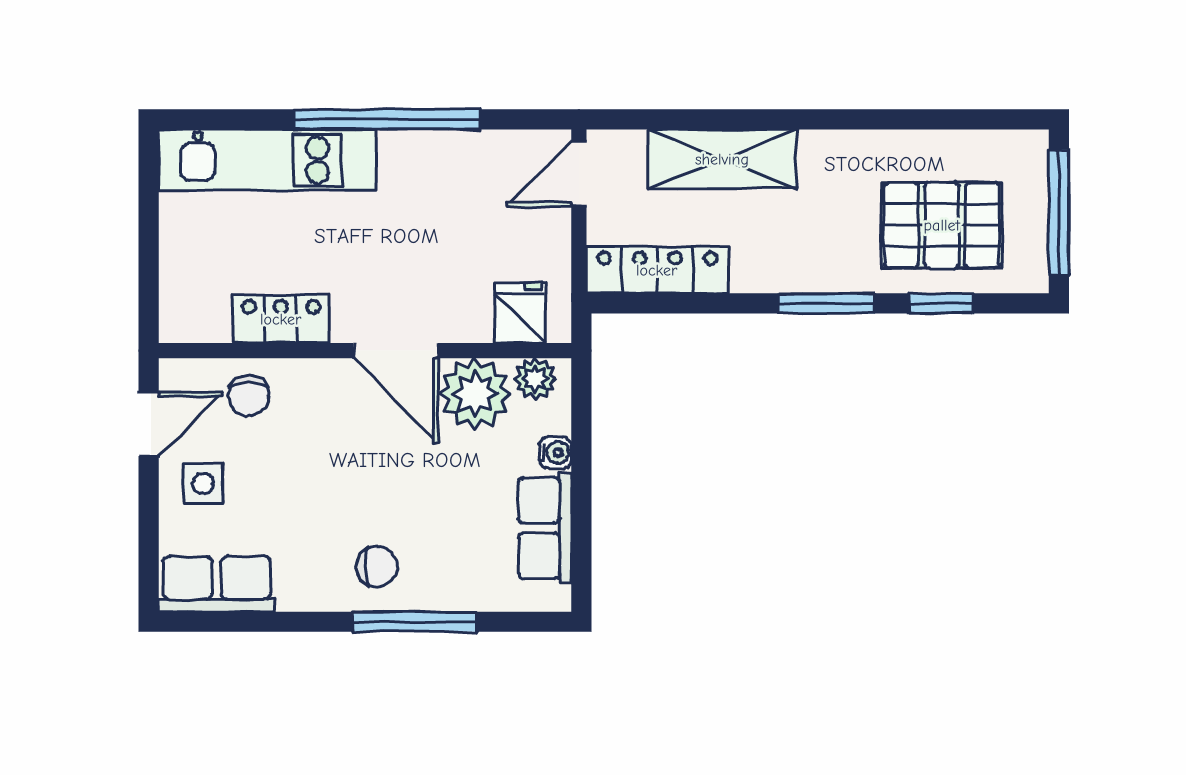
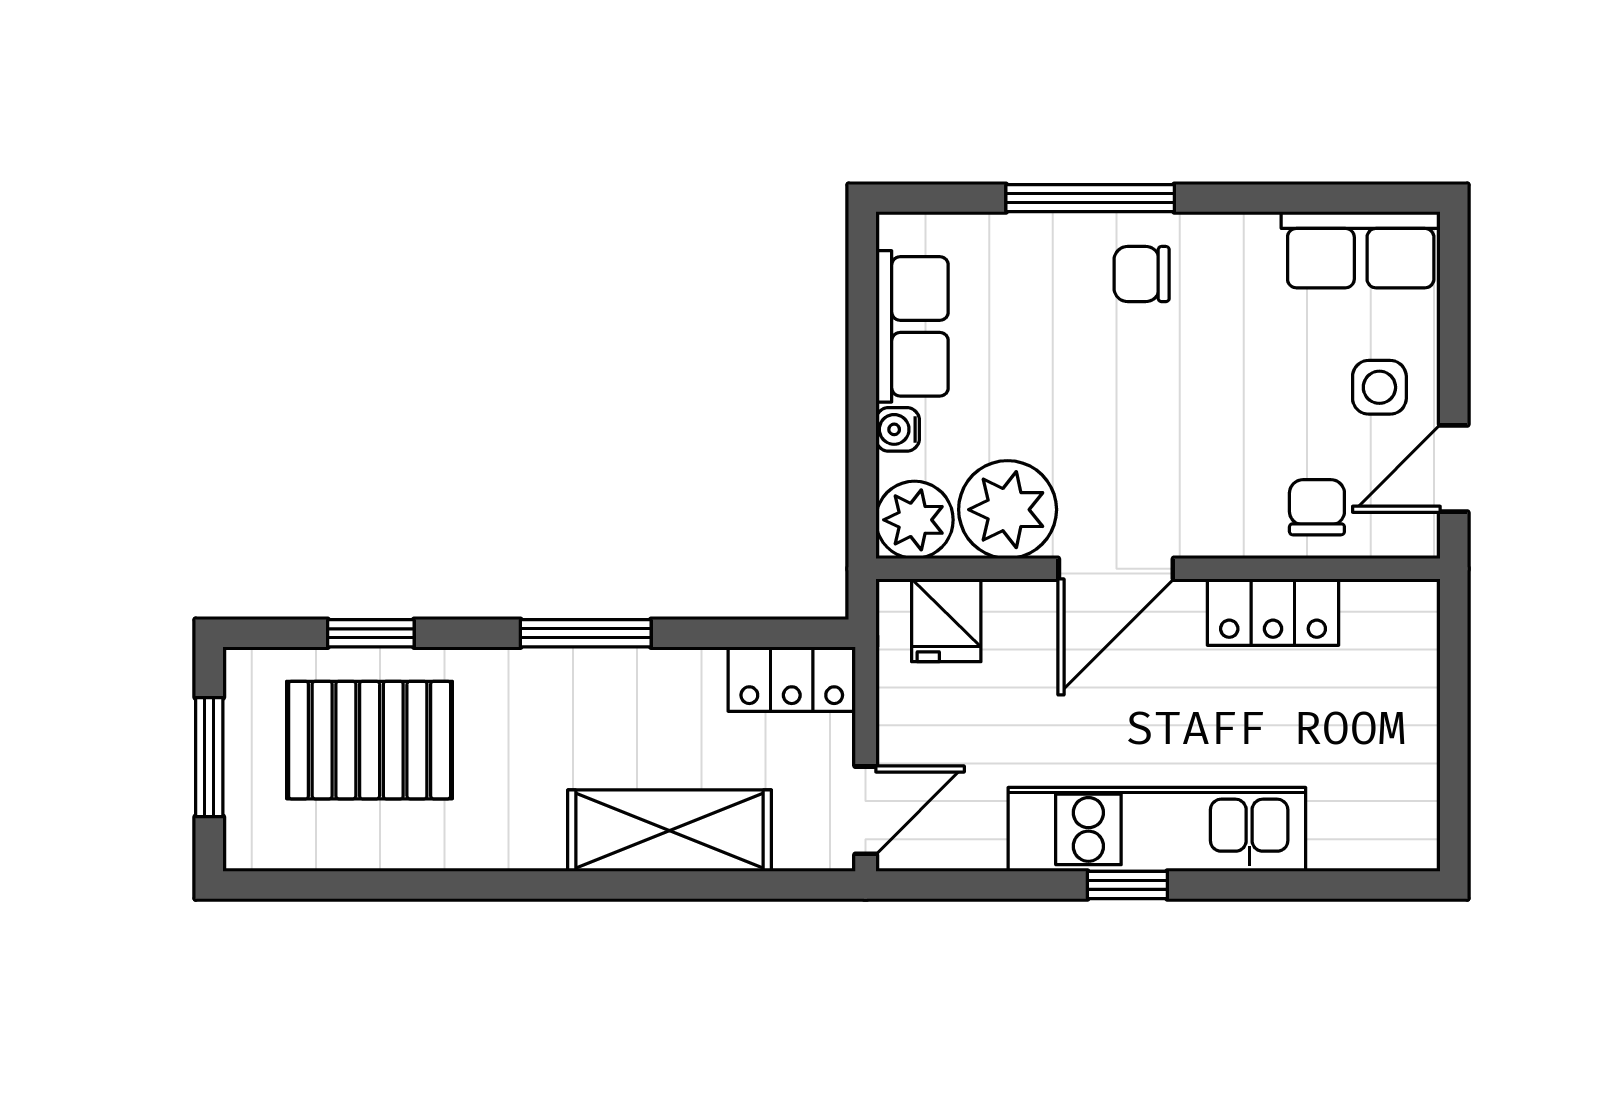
window: (387, 119) -> (1127, 885), width x0.32
kitchen unit: (267, 160) -> (1157, 829), moved
window: (1059, 213) -> (209, 757), width x0.69
locker: (657, 270) -> (792, 679), width x0.66
window: (826, 303) -> (586, 633), moved
door: (396, 351) -> (1116, 569), swing flipped
plant: (535, 379) -> (914, 520), width x1.38, depth x1.38

